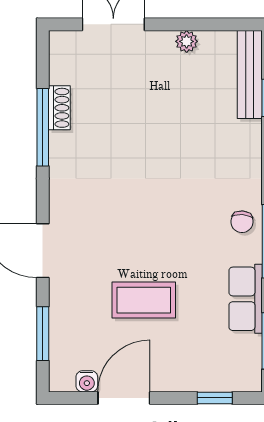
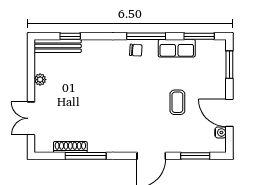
shoe rack: (59, 108) -> (70, 147), width x1.43
coffee table: (144, 300) -> (177, 102), width x0.73, depth x0.77
window: (215, 398) -> (229, 65), width x1.50

